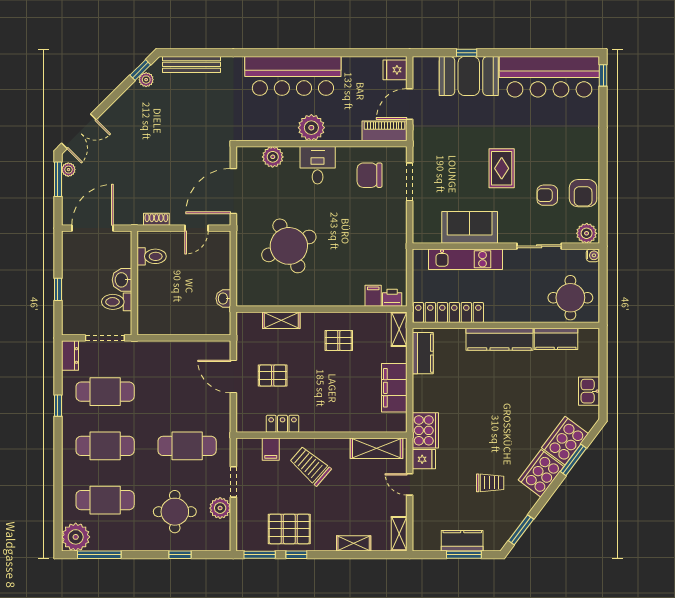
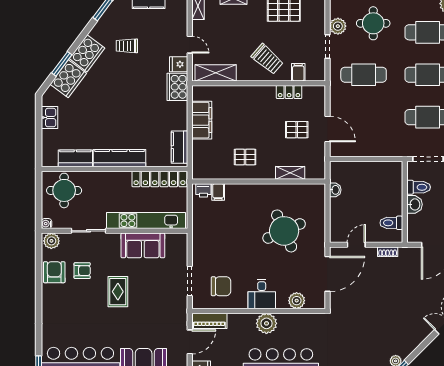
kitchen unit: (466, 259) -> (146, 221), width x1.36
shelving: (399, 329) -> (198, 166), removed

